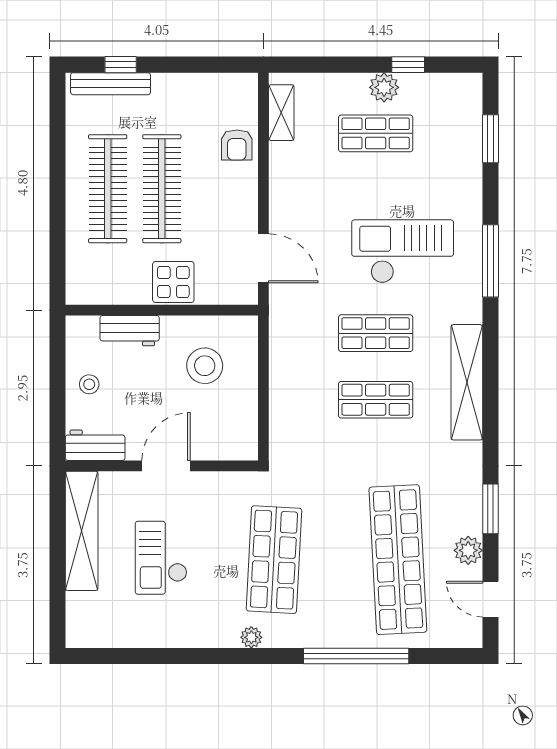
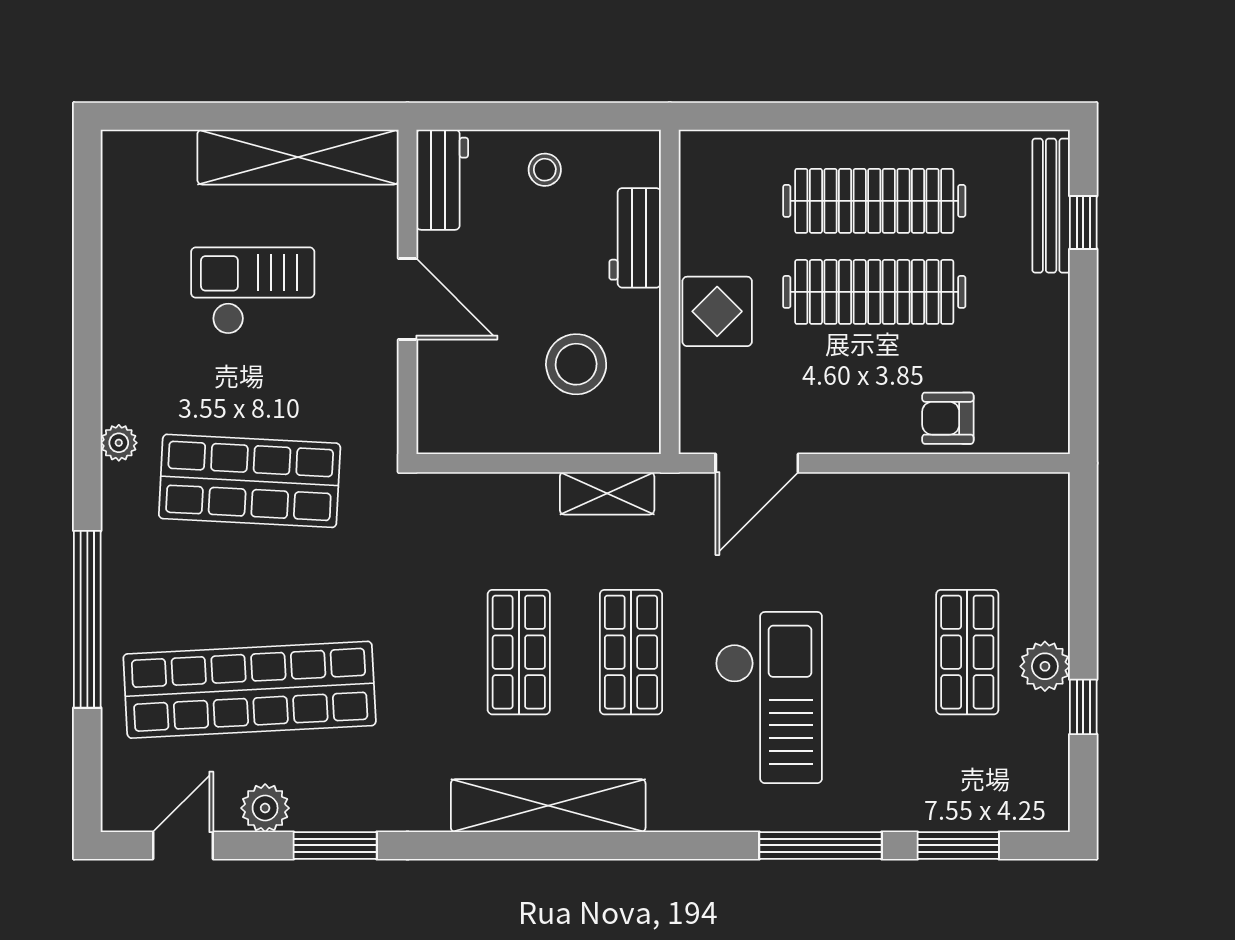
shelving: (281, 113) -> (607, 493), moved
window: (490, 261) -> (821, 845), moved

